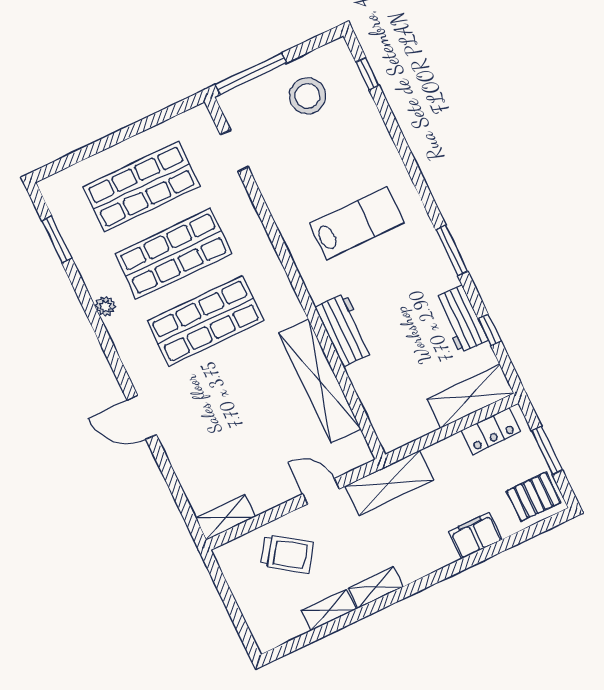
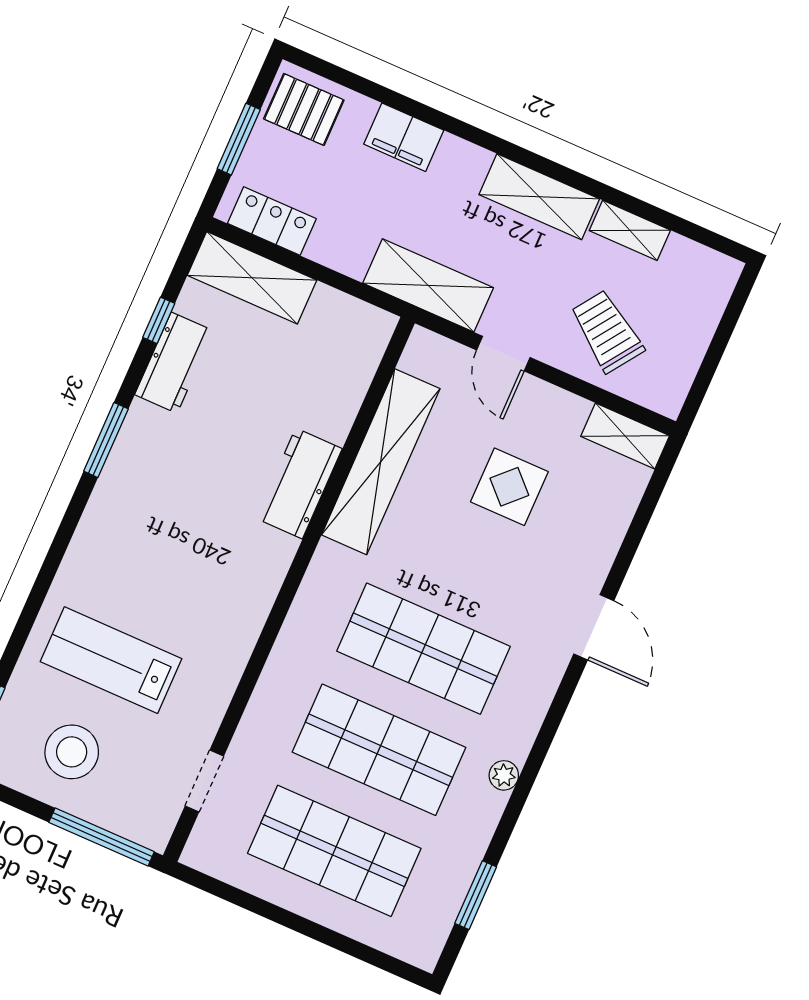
lab bench: (357, 223) -> (111, 660), moved
display table: (251, 436) -> (509, 487), added
shelving: (376, 587) -> (539, 197), width x1.50, depth x1.33

